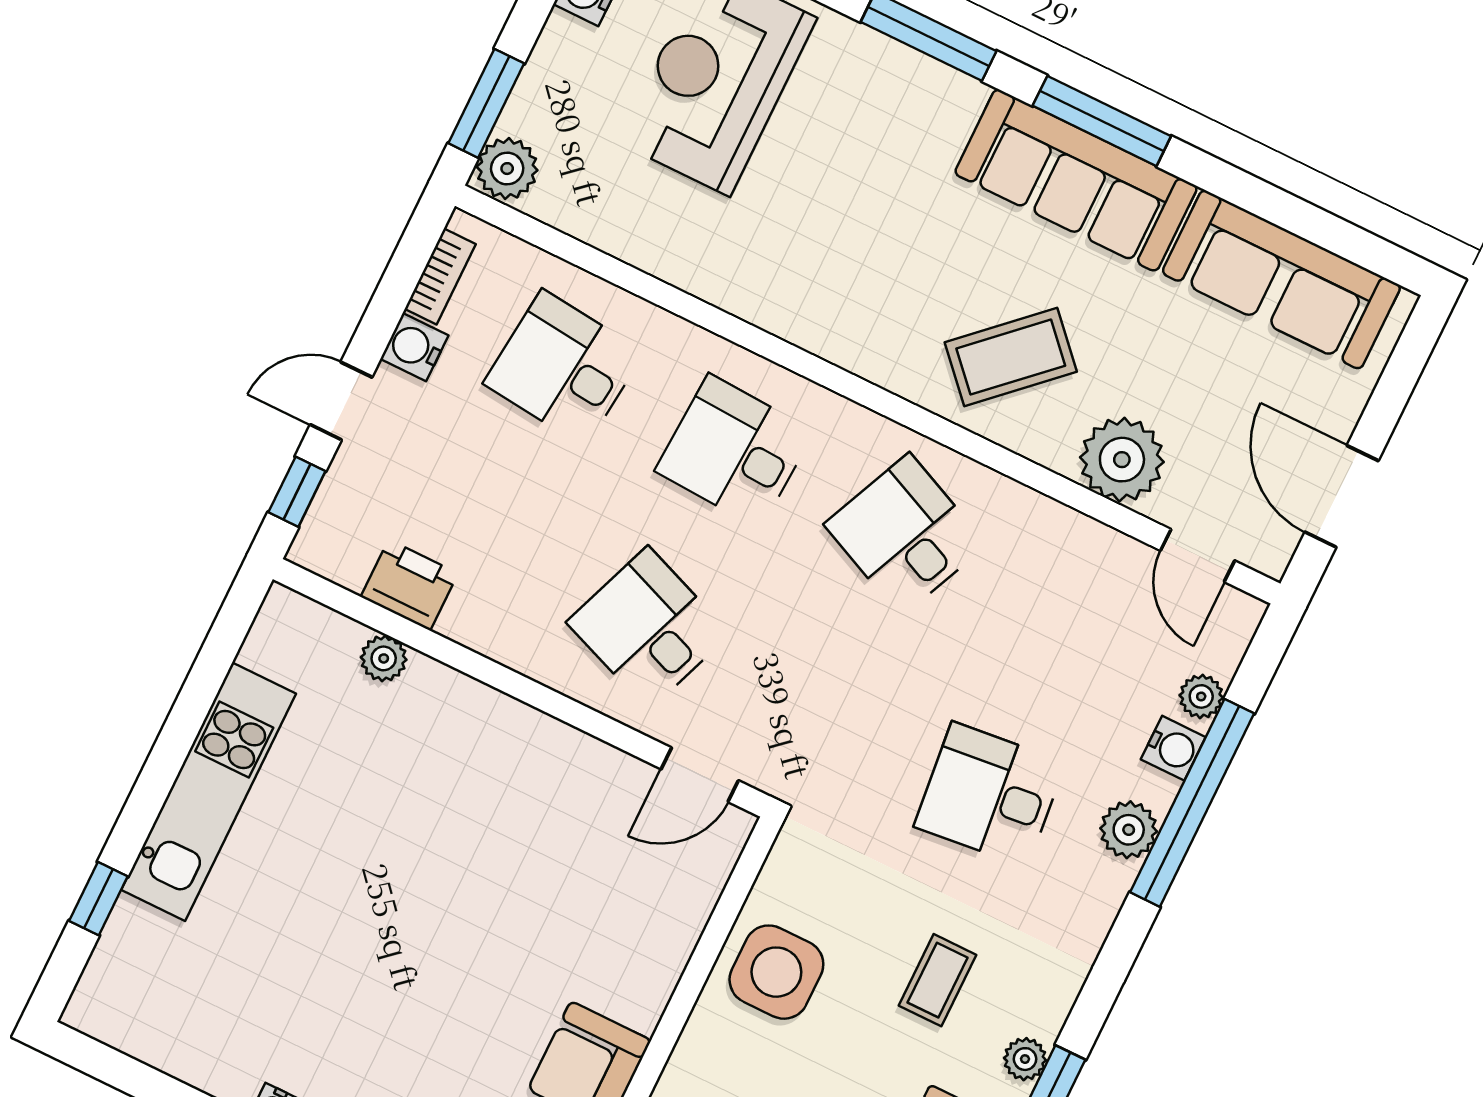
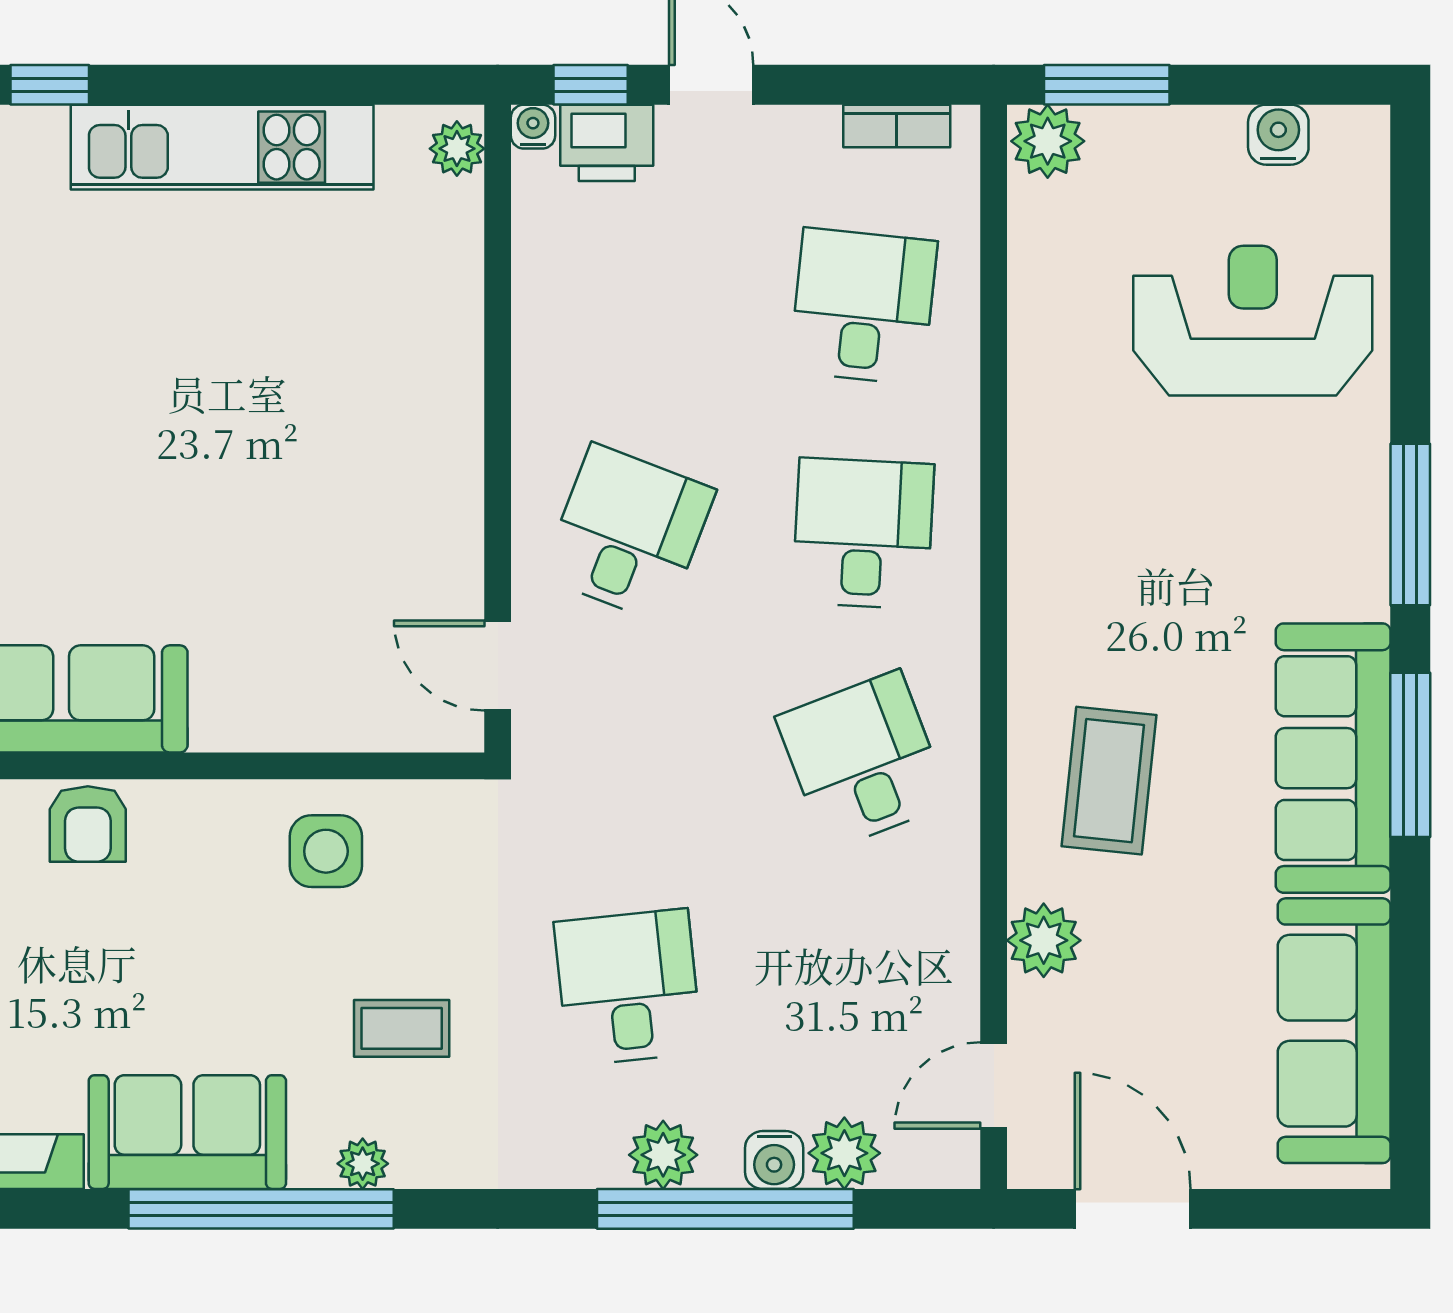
water cooler: (414, 347) -> (533, 127), moved, width x0.72, depth x0.72
coffee table: (1011, 357) -> (1109, 781), turned 49
plant: (1122, 460) -> (1044, 940), width x0.73, depth x0.73
door: (1342, 496) -> (1133, 1209), hinge flipped
desk: (905, 535) -> (863, 760), turned -45
printer: (409, 585) -> (607, 143), moved, turned 90
plant: (384, 658) -> (457, 149), moved
plant: (1201, 696) -> (844, 1153), width x1.38, depth x1.38
side table: (776, 972) -> (326, 851), width x0.73, depth x0.73

